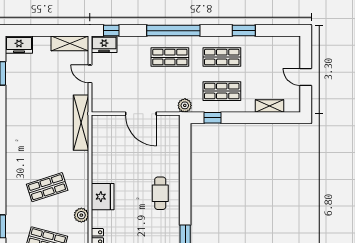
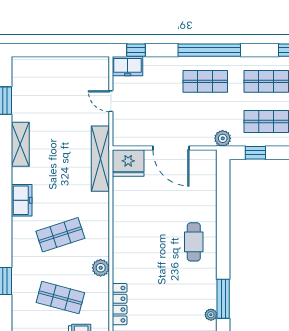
shelving: (70, 43) -> (20, 144), moved, turned 90
freezer: (19, 45) -> (22, 200), moved, turned -90
fridge: (103, 197) -> (128, 163), moved, turned 90

